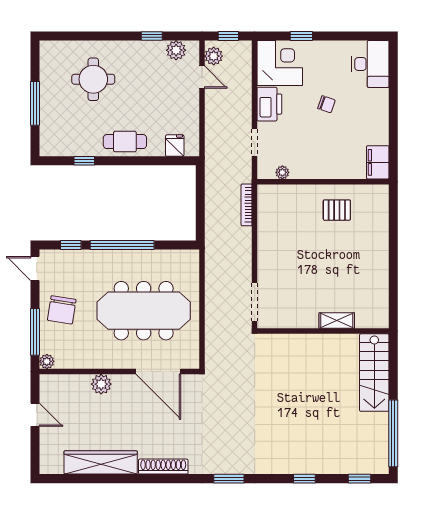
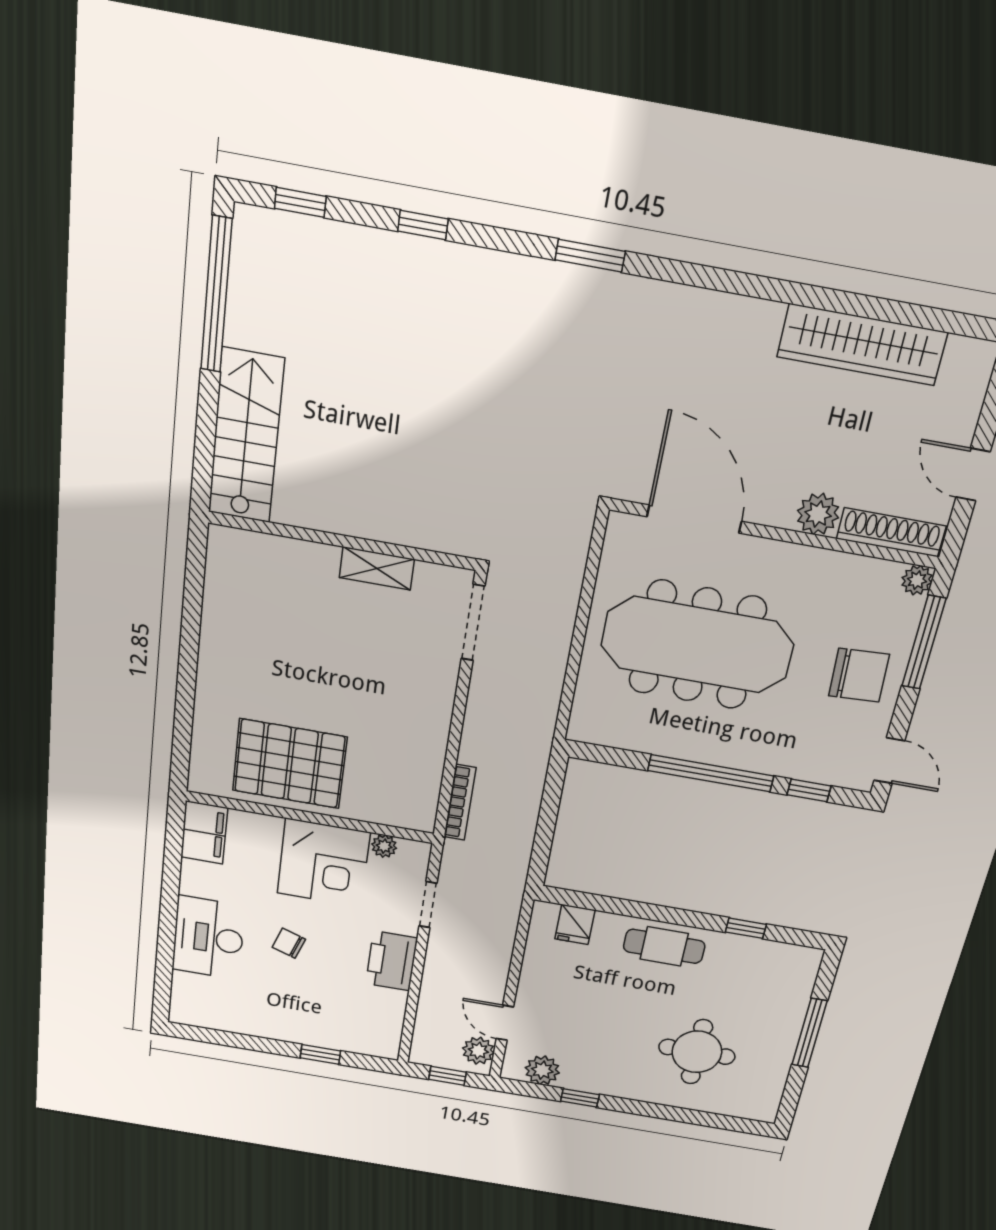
corner desk: (280, 63) -> (323, 863), moved, turned -90
desk: (370, 64) -> (209, 938), moved
pallet: (337, 210) -> (290, 764), width x2.05, depth x2.00
chair: (62, 310) -> (859, 675), turned 78
shelving: (337, 321) -> (377, 568), moved
shoe rack: (163, 467) -> (891, 532), moved, turned 180

